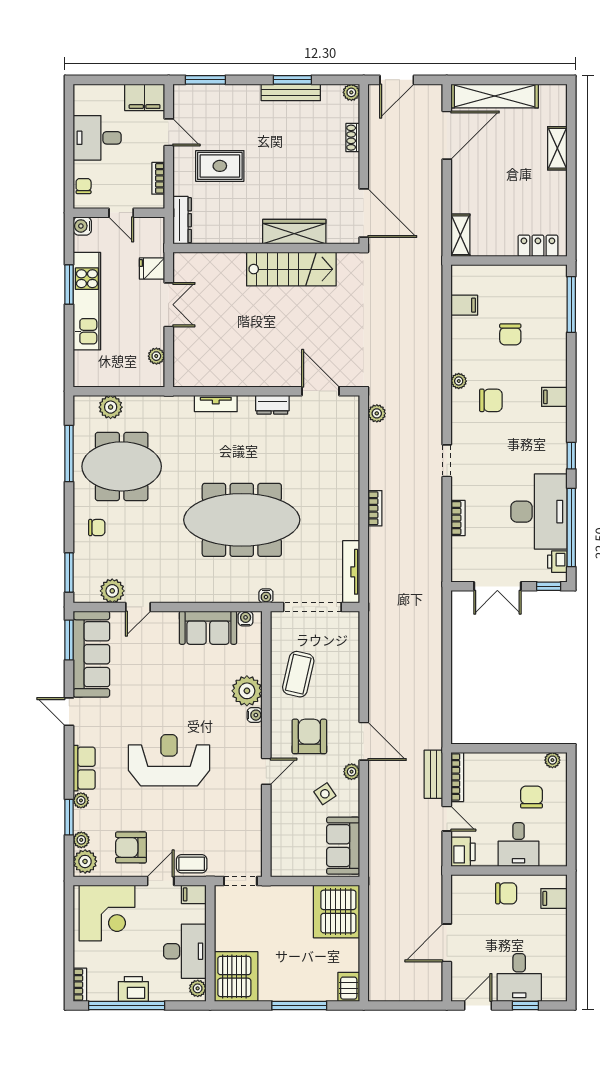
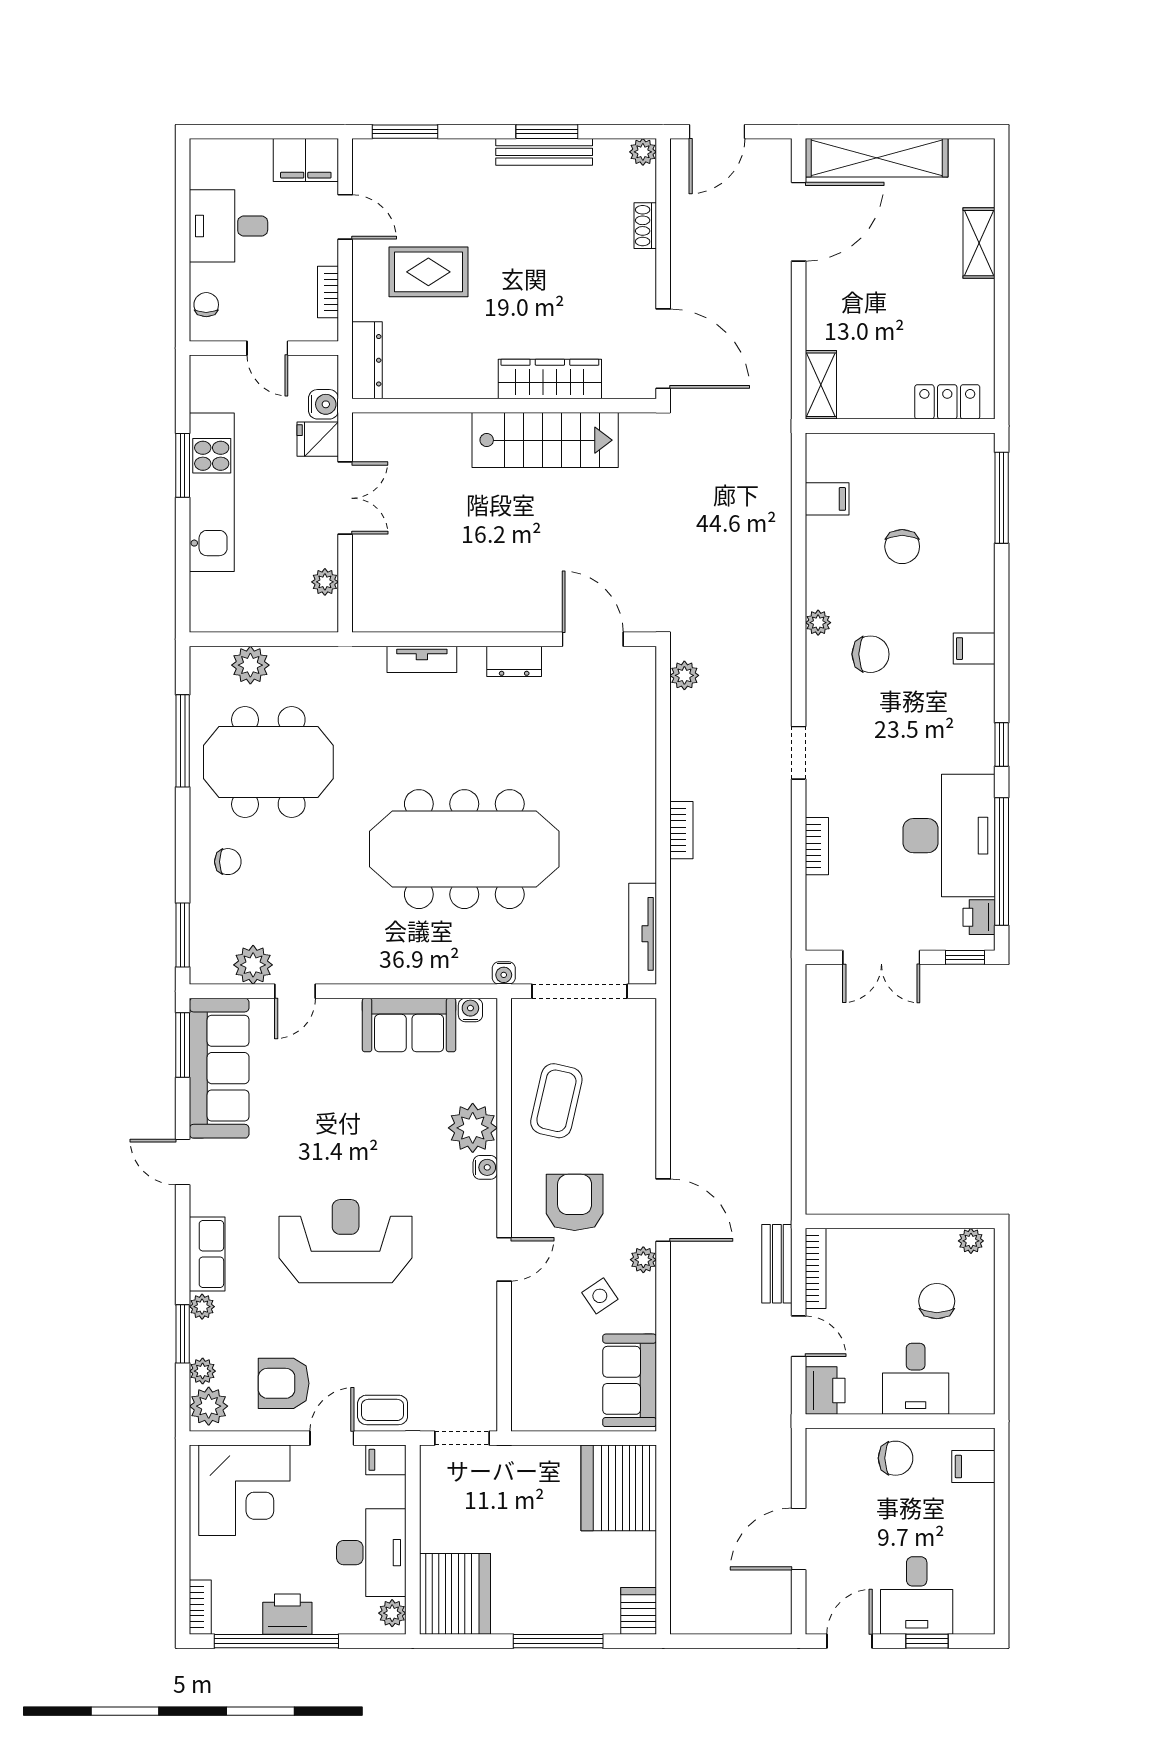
water cooler: (82, 226) -> (323, 404), moved, turned 180

